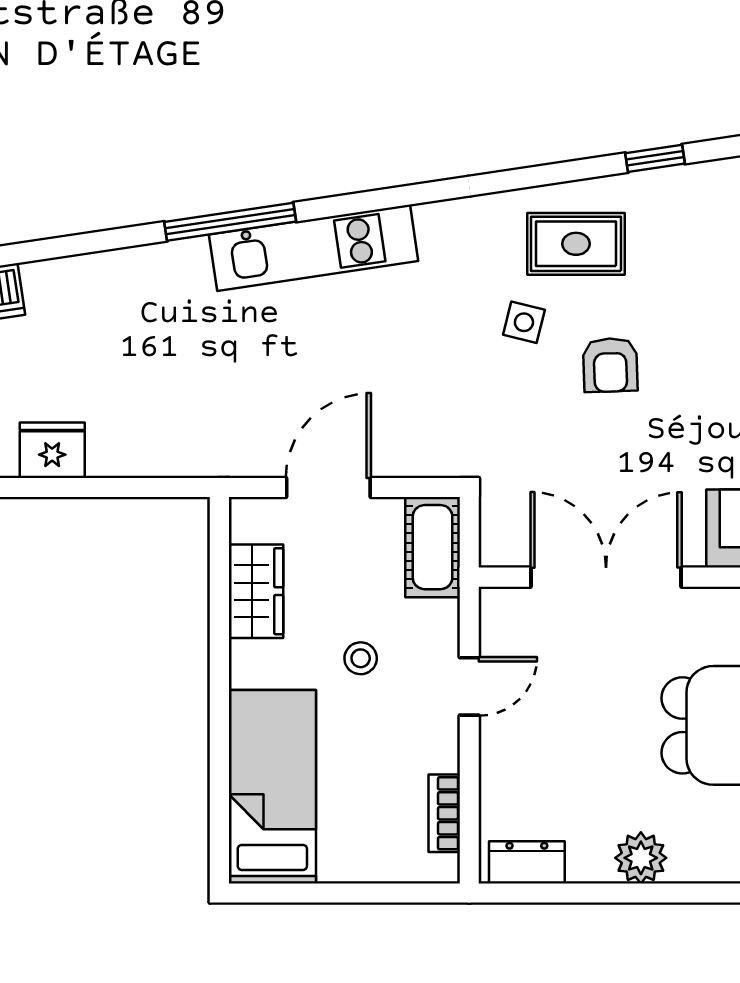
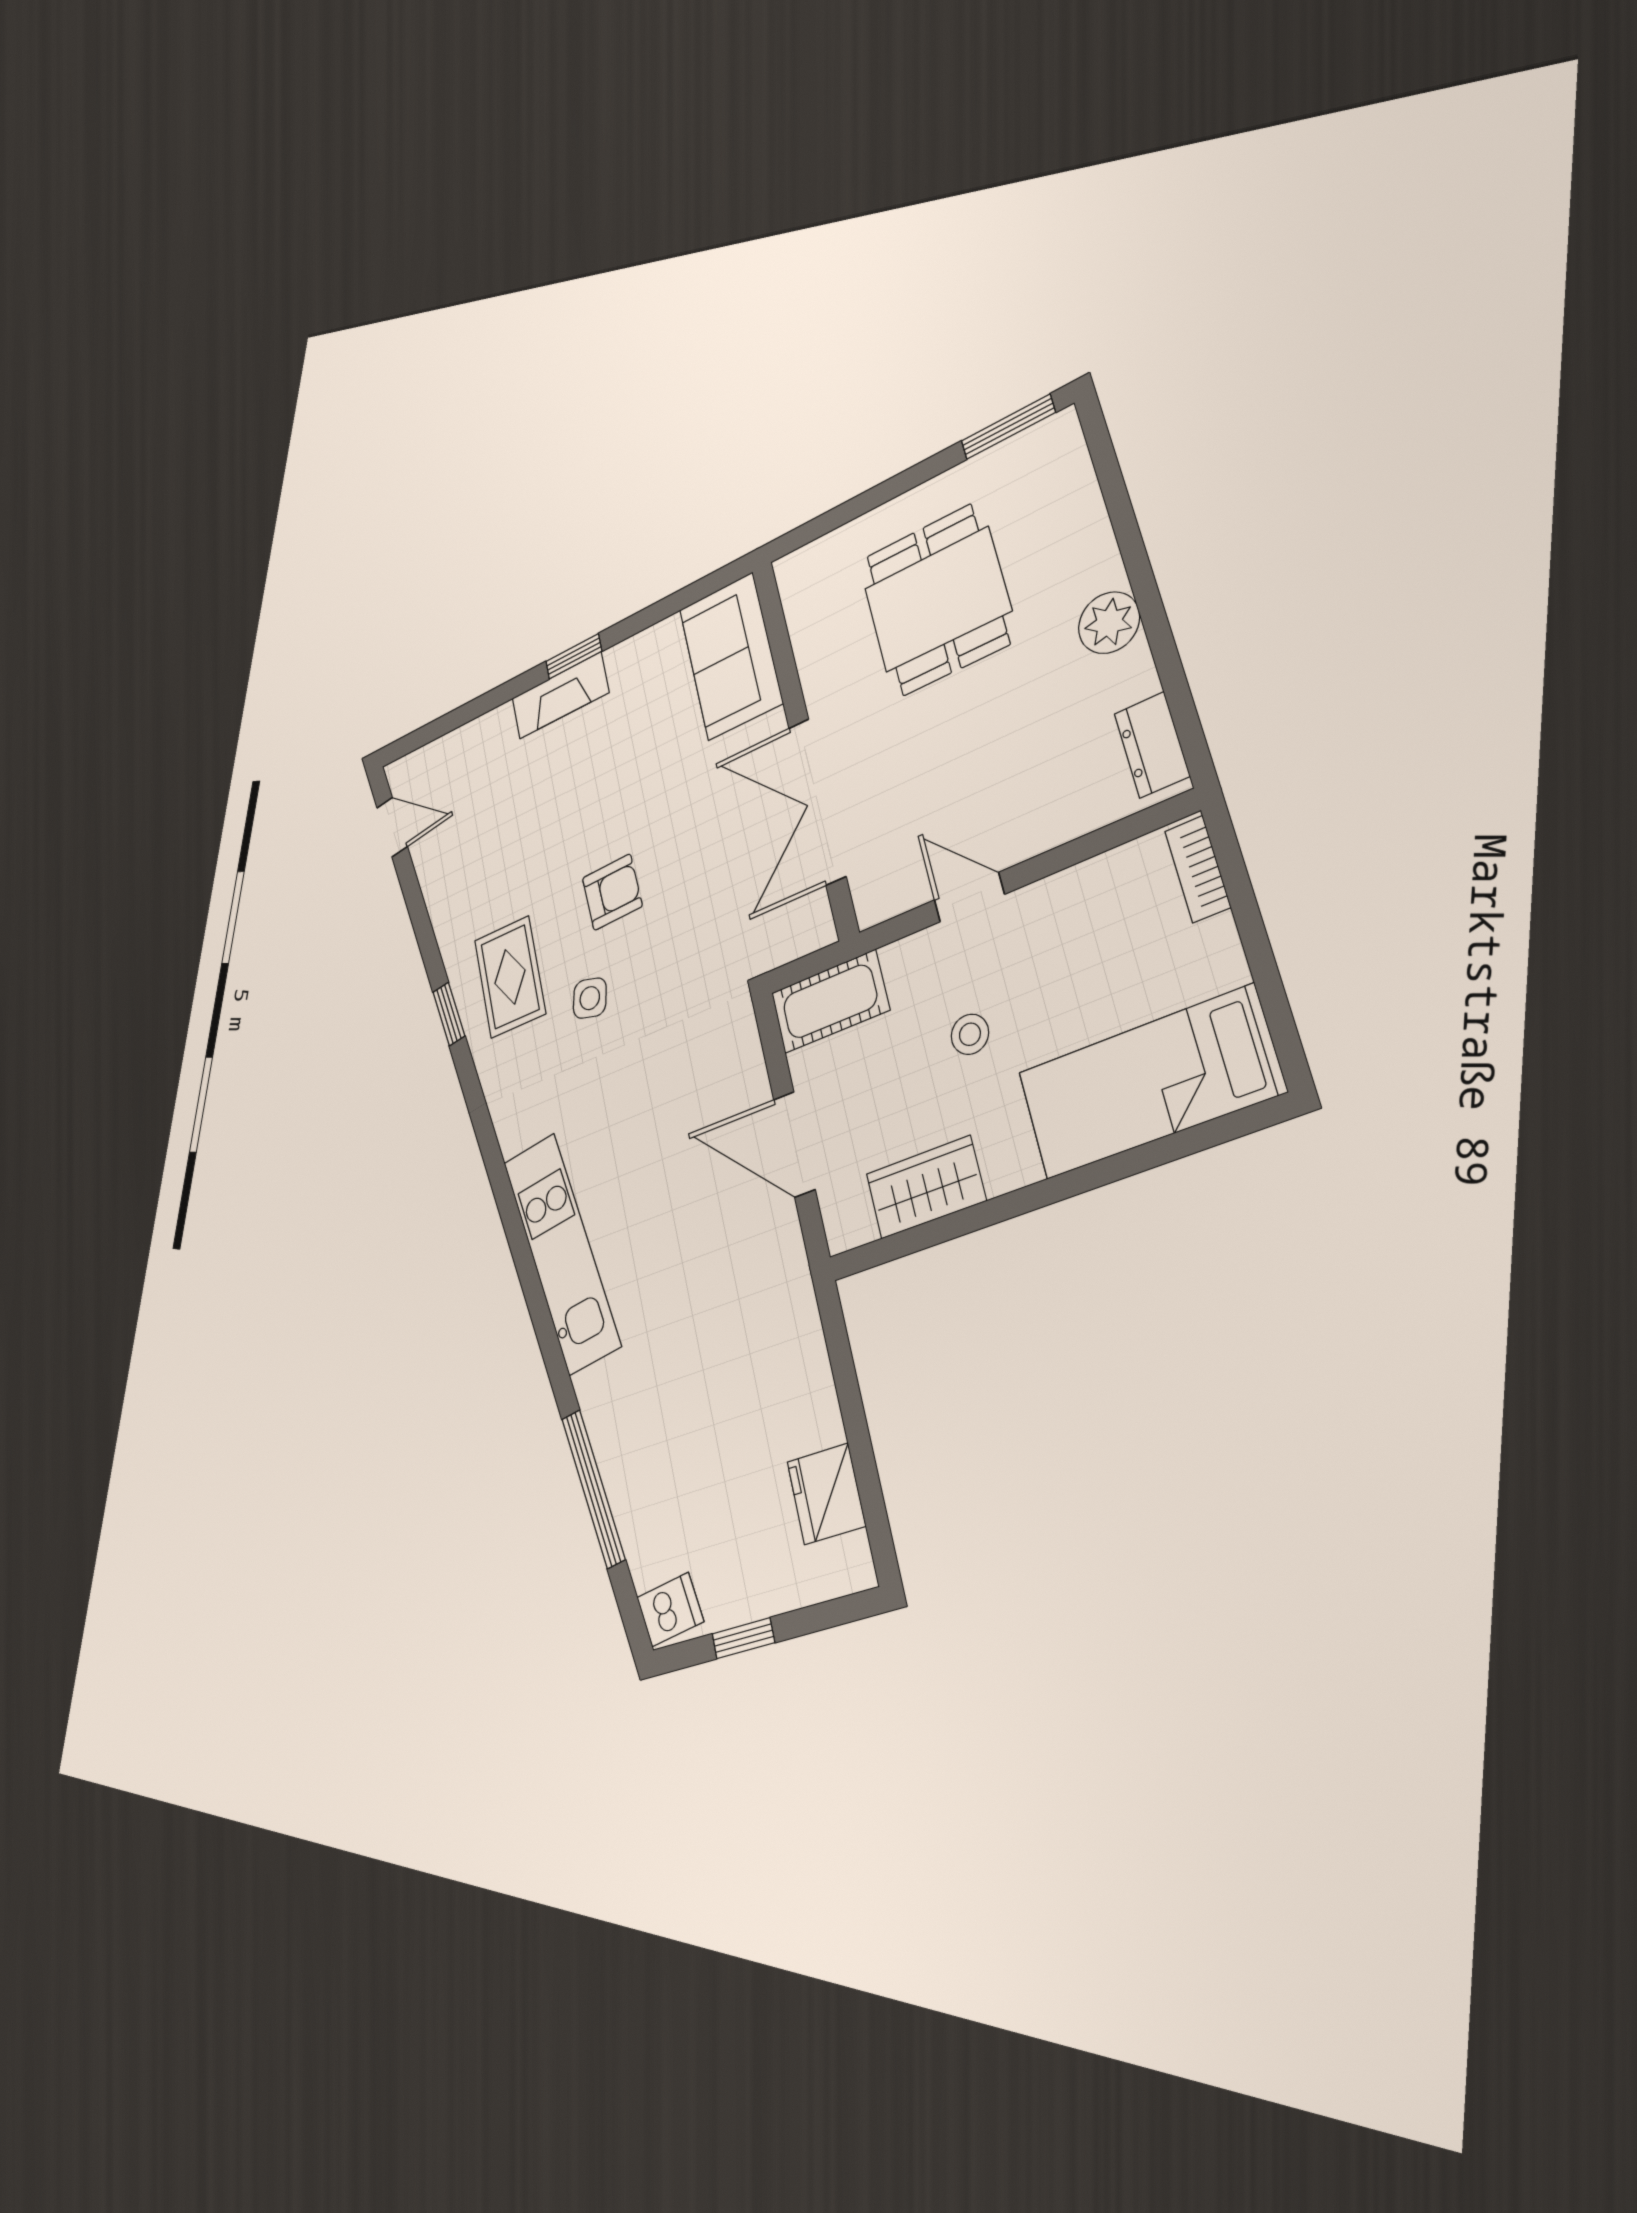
window: (655, 158) -> (449, 1014), moved
window: (230, 222) -> (593, 1488), moved
bookcase: (444, 813) -> (1198, 869), moved, turned 90

